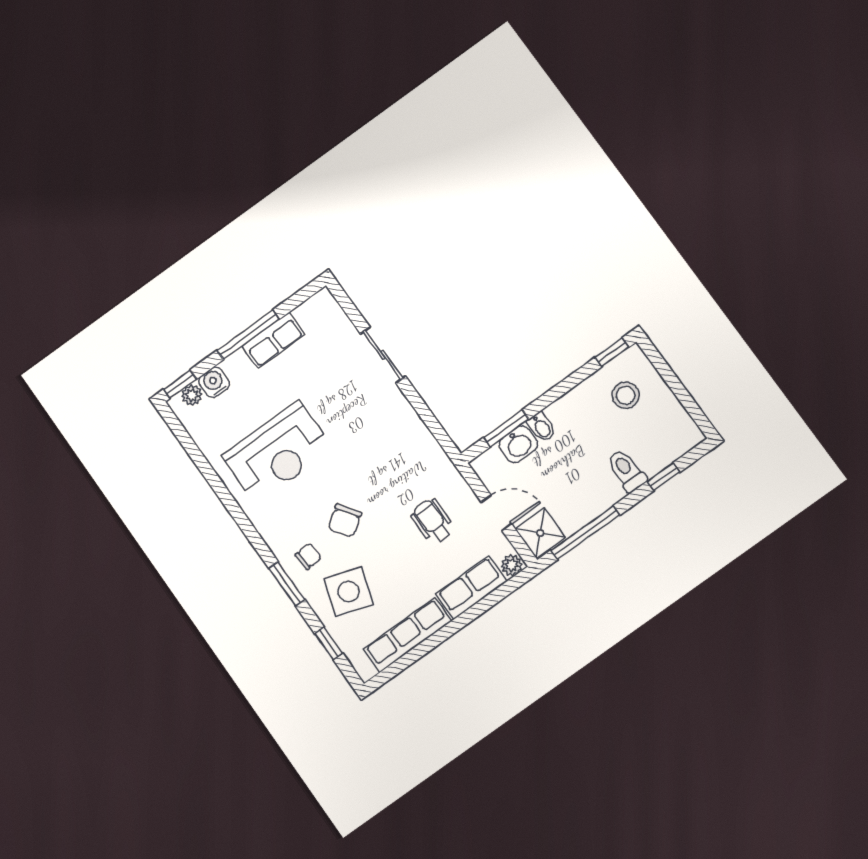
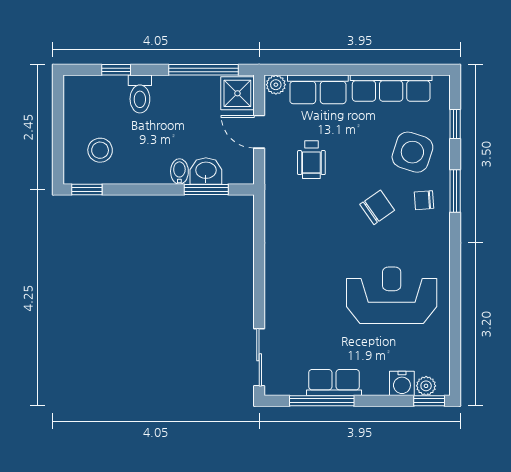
window: (248, 335) -> (322, 401), moved
sliding door: (383, 355) -> (259, 357), moved

